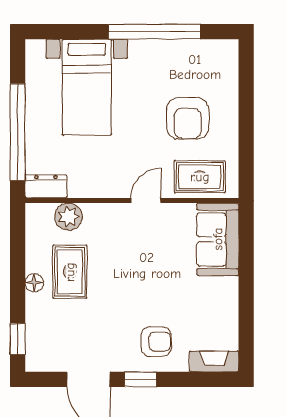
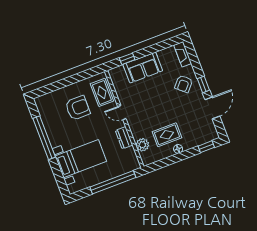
dresser: (46, 186) -> (124, 138), moved
sofa: (218, 239) -> (143, 68), moved
window: (246, 250) -> (127, 59), added
armchair: (156, 342) -> (184, 84), turned -139

